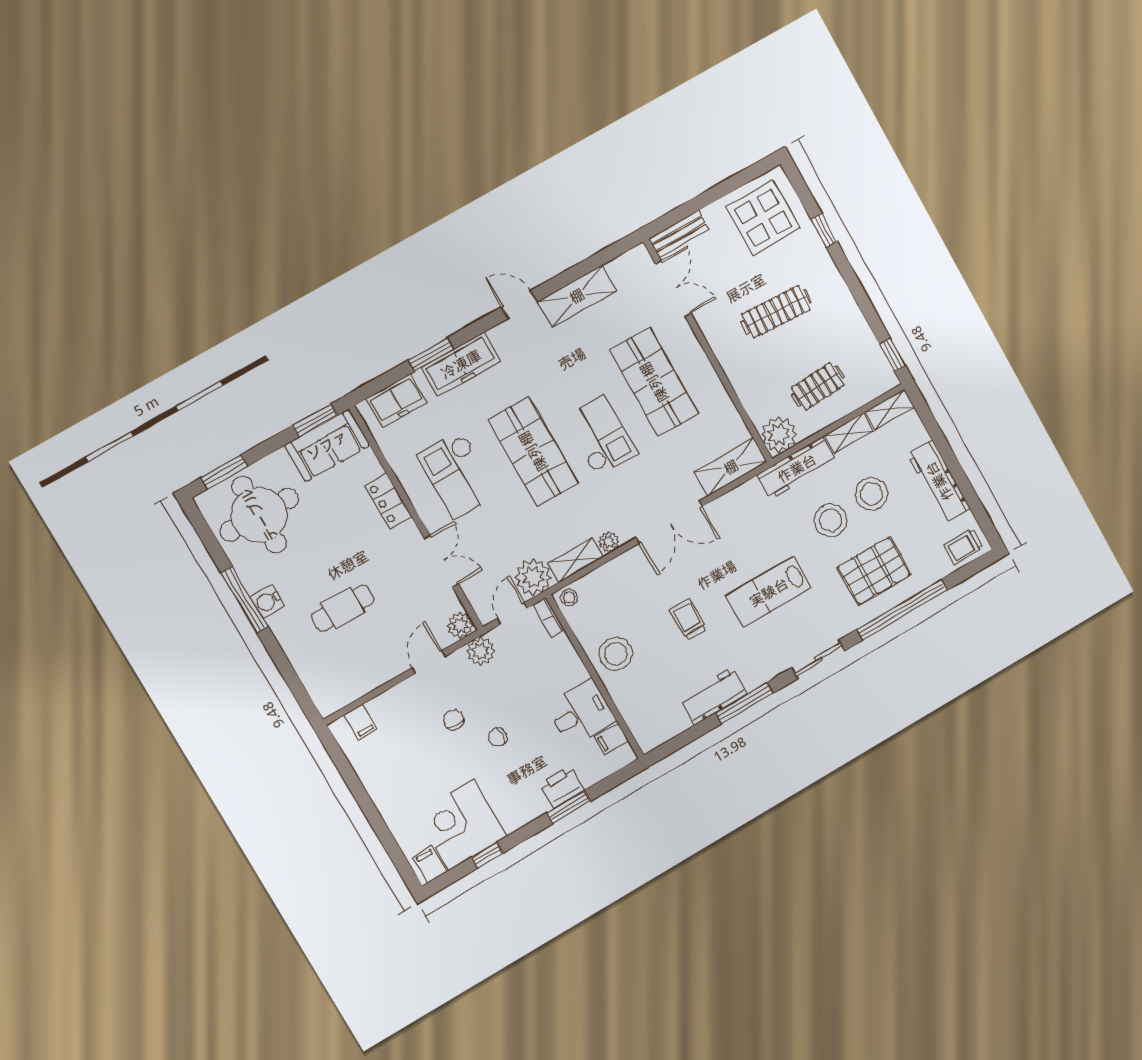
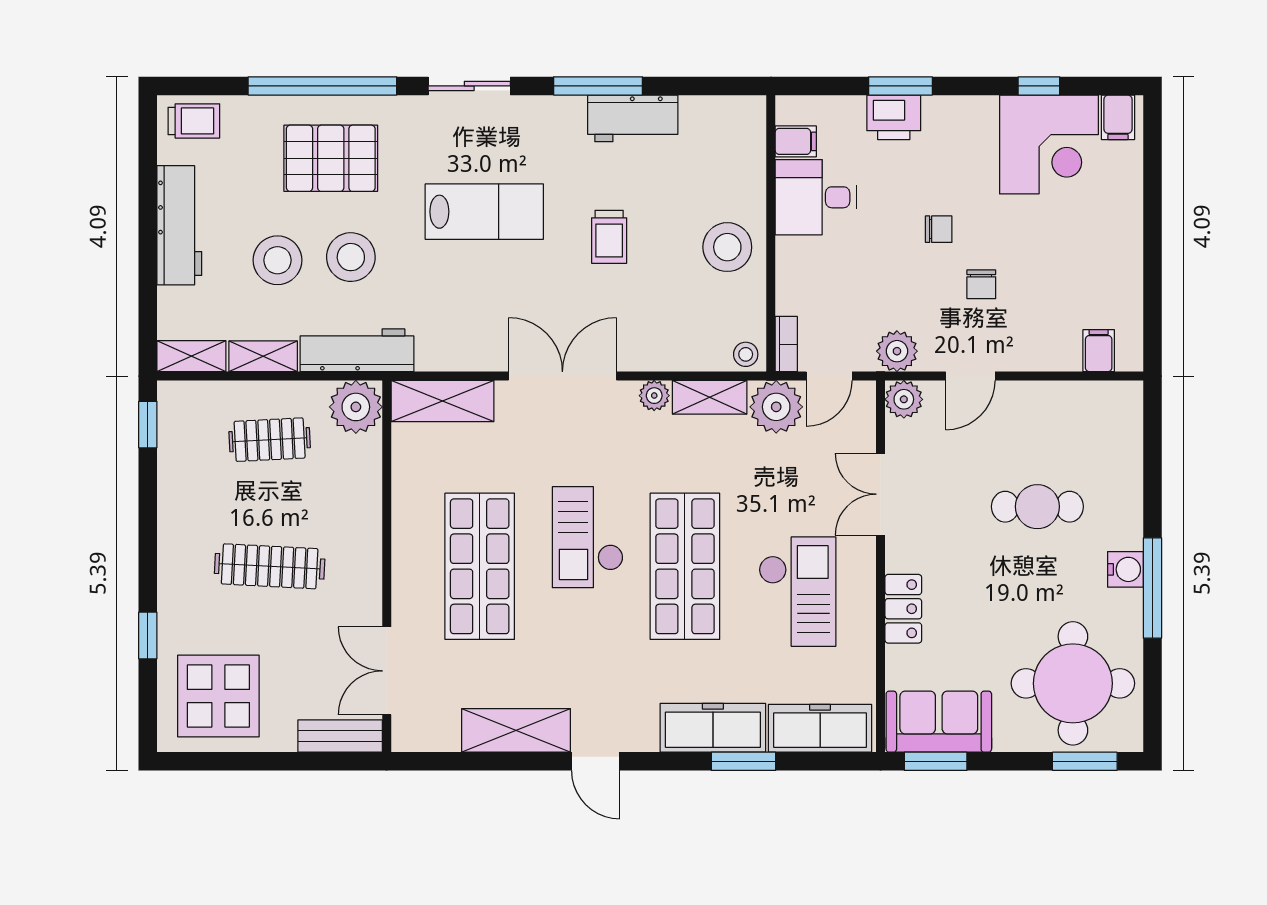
freezer: (396, 401) -> (820, 728), width x1.40

